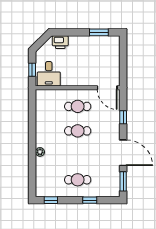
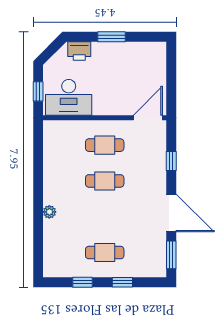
window: (99, 32) -> (111, 37), moved
desk: (49, 74) -> (69, 97), width x1.37
door: (107, 88) -> (148, 118), swing flipped
window: (51, 200) -> (83, 282), moved

